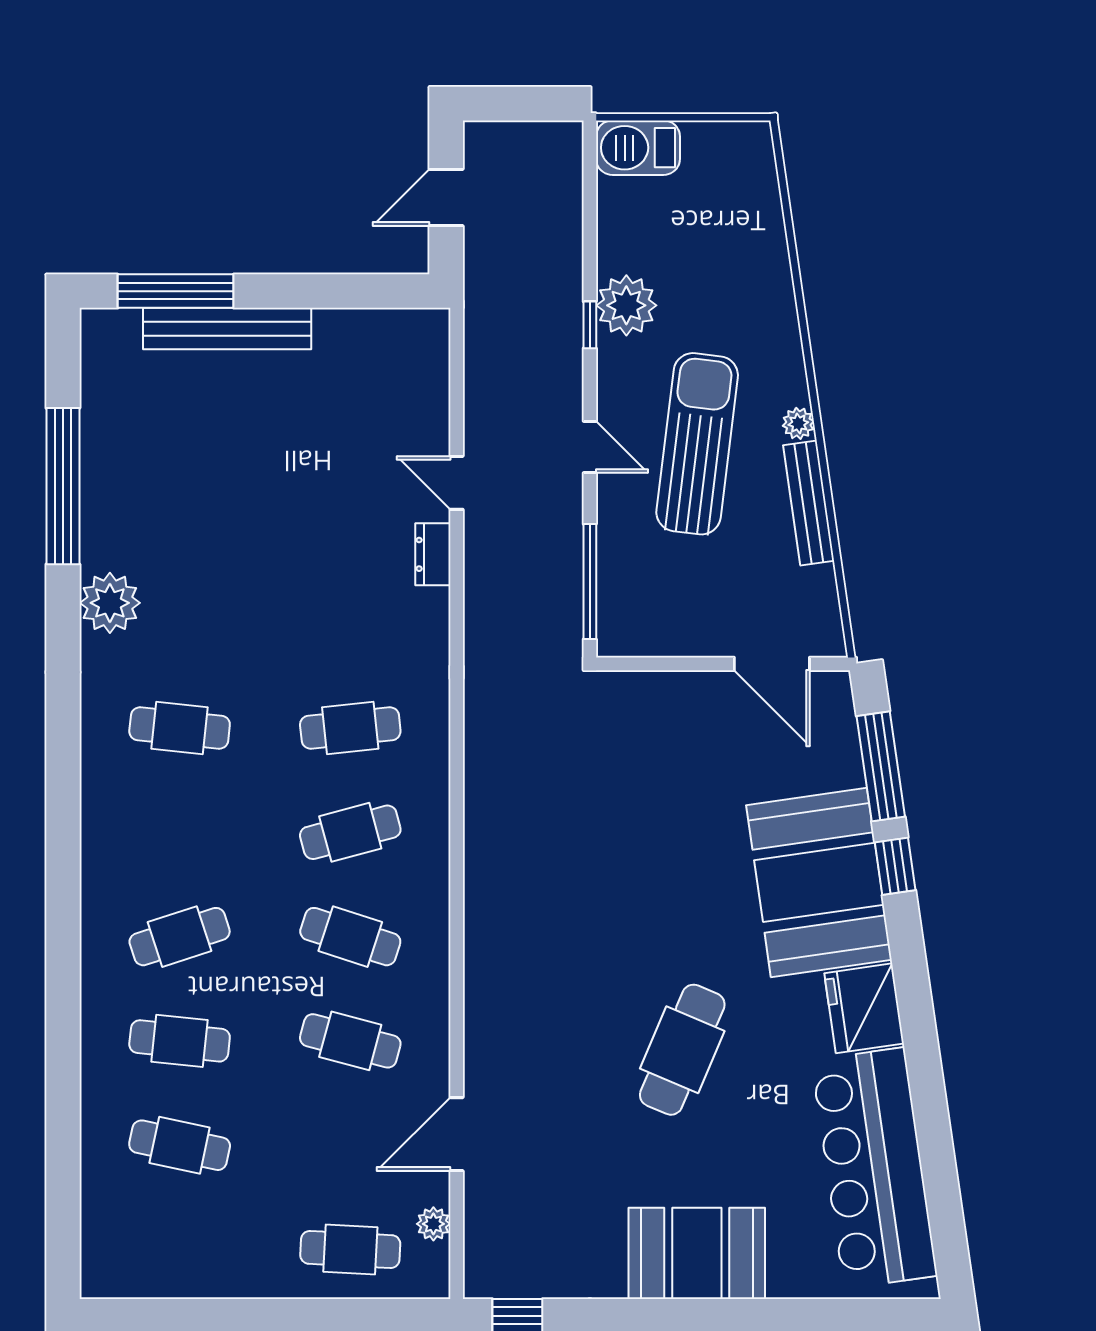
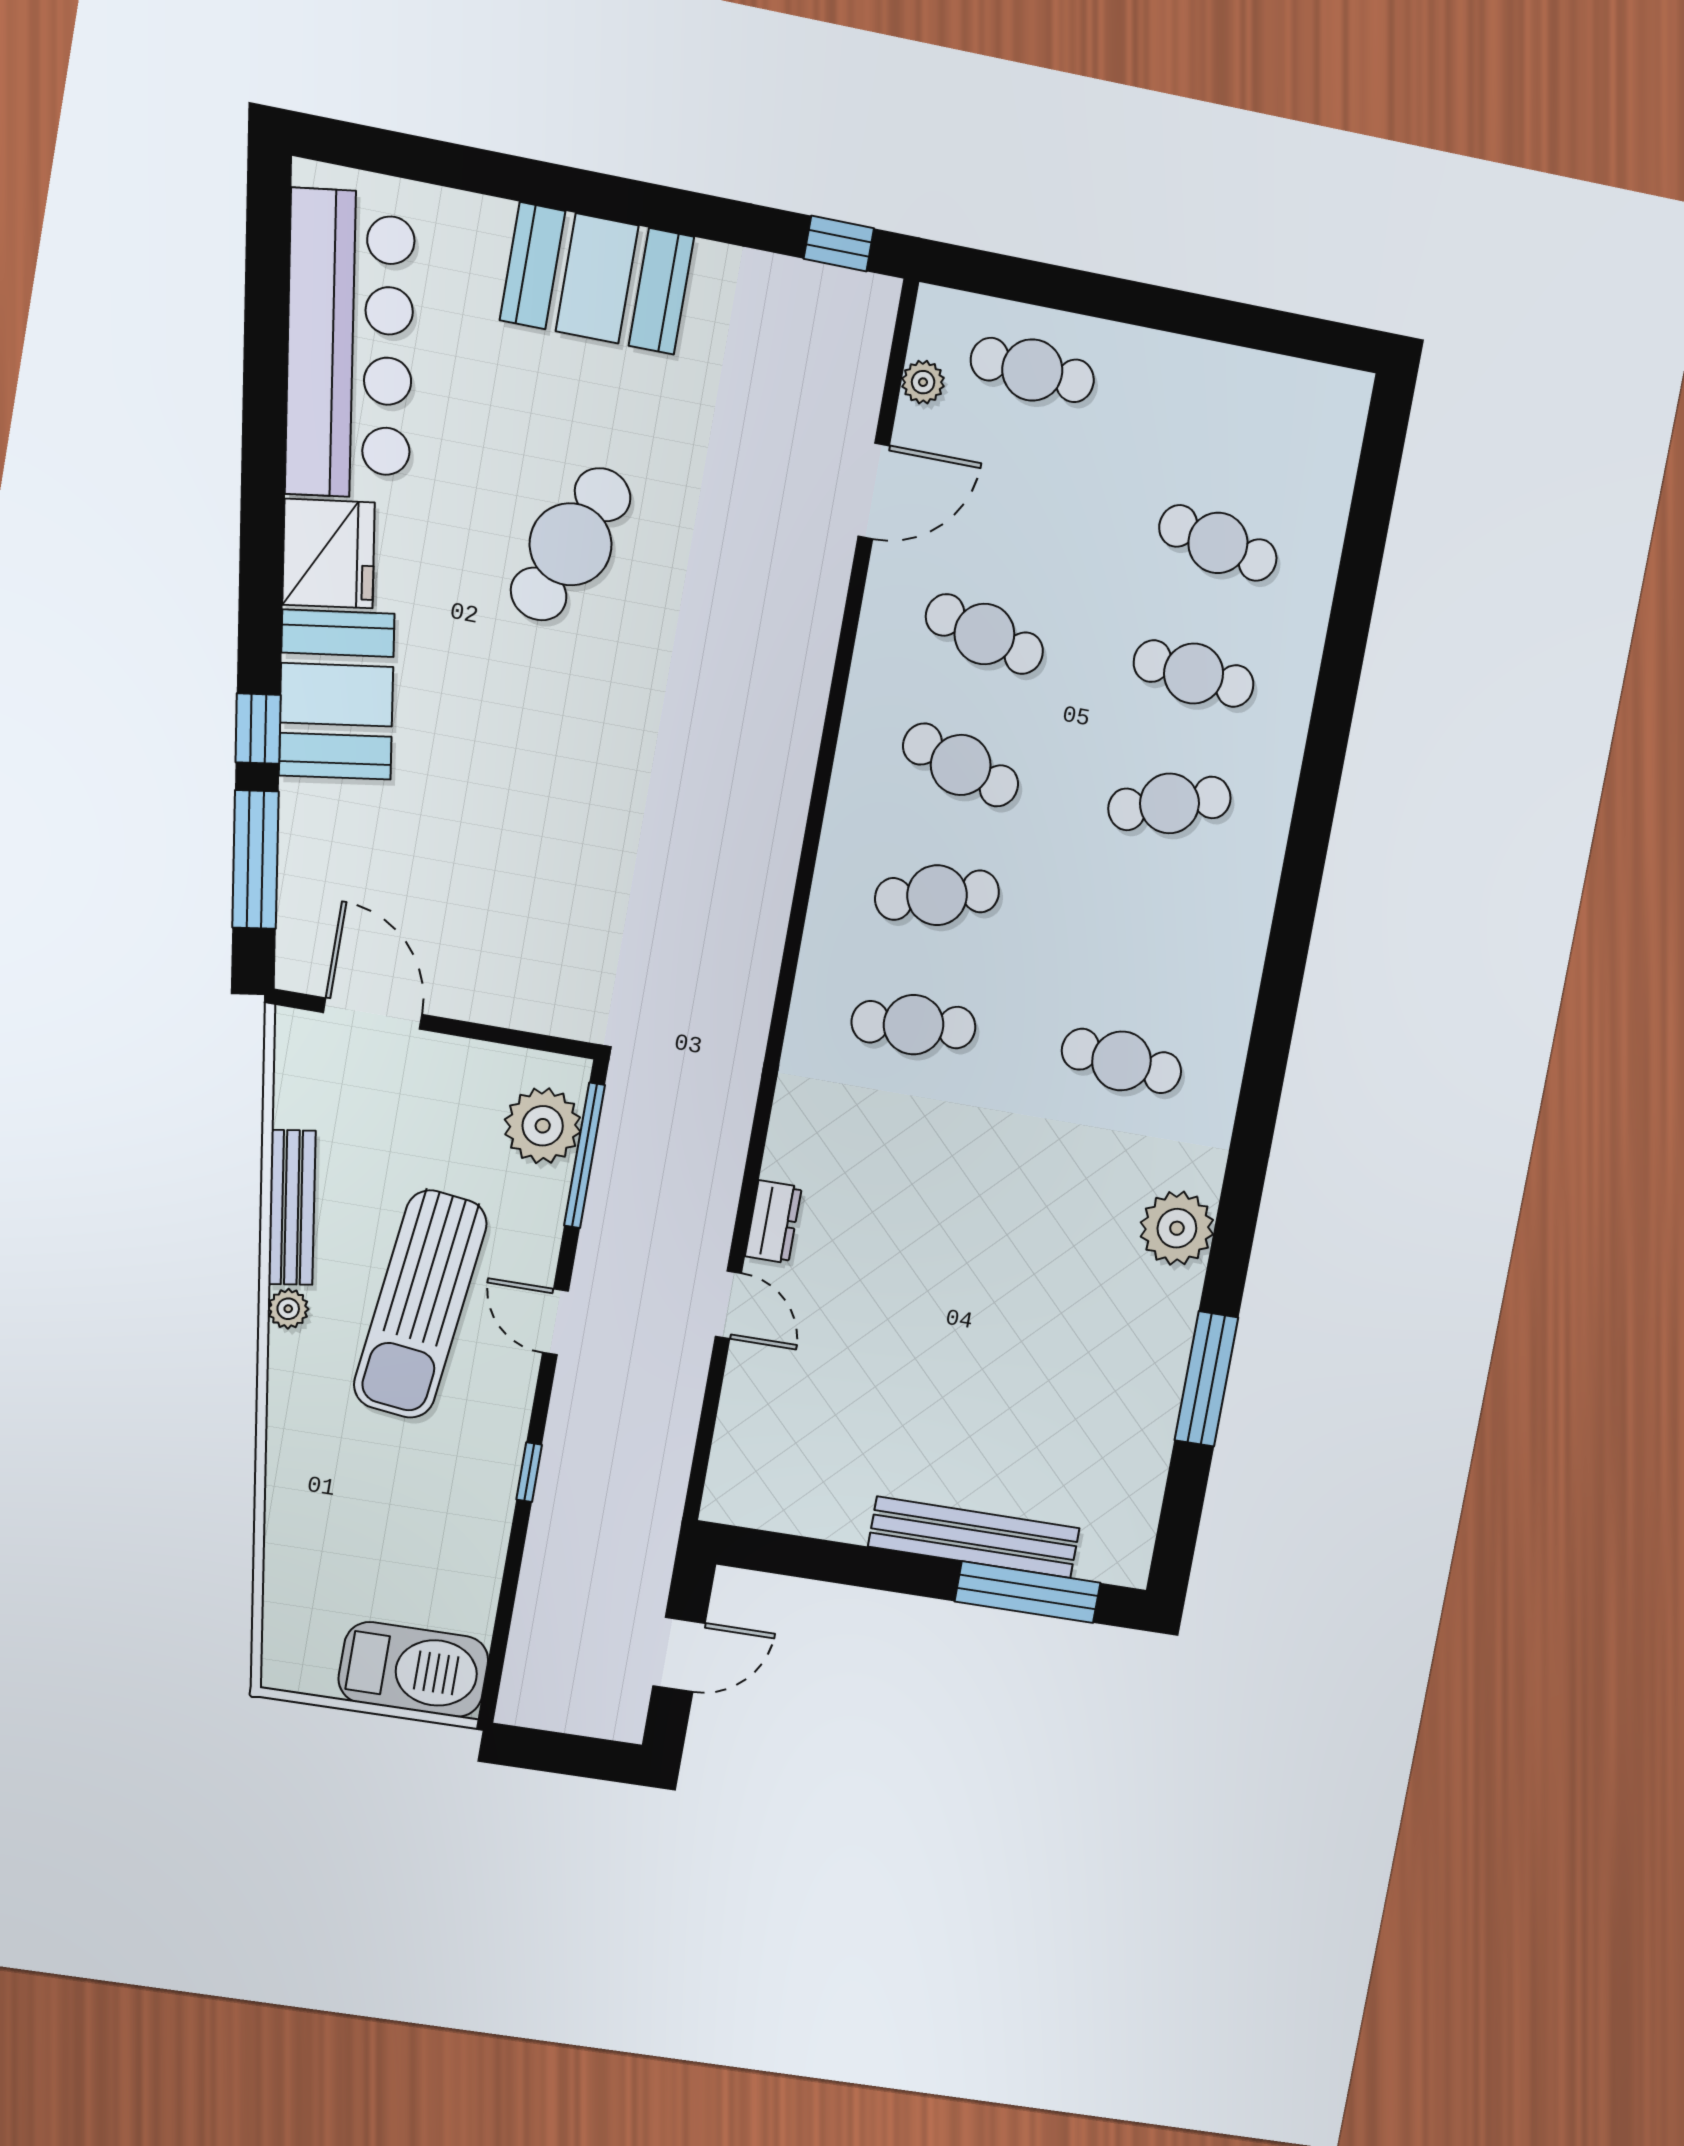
barbecue: (638, 148) -> (413, 1670), width x1.37, depth x1.21
plant: (626, 305) -> (543, 1126), moved
window: (63, 486) -> (1206, 1379), width x0.68
booth: (819, 882) -> (337, 695), width x0.73, depth x0.70

